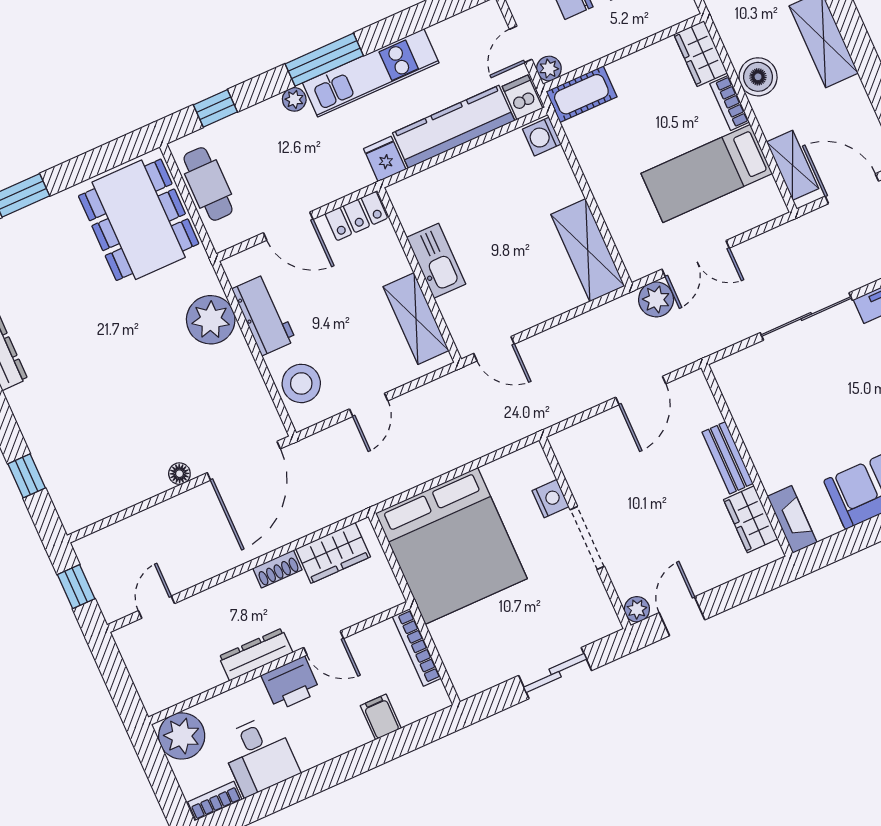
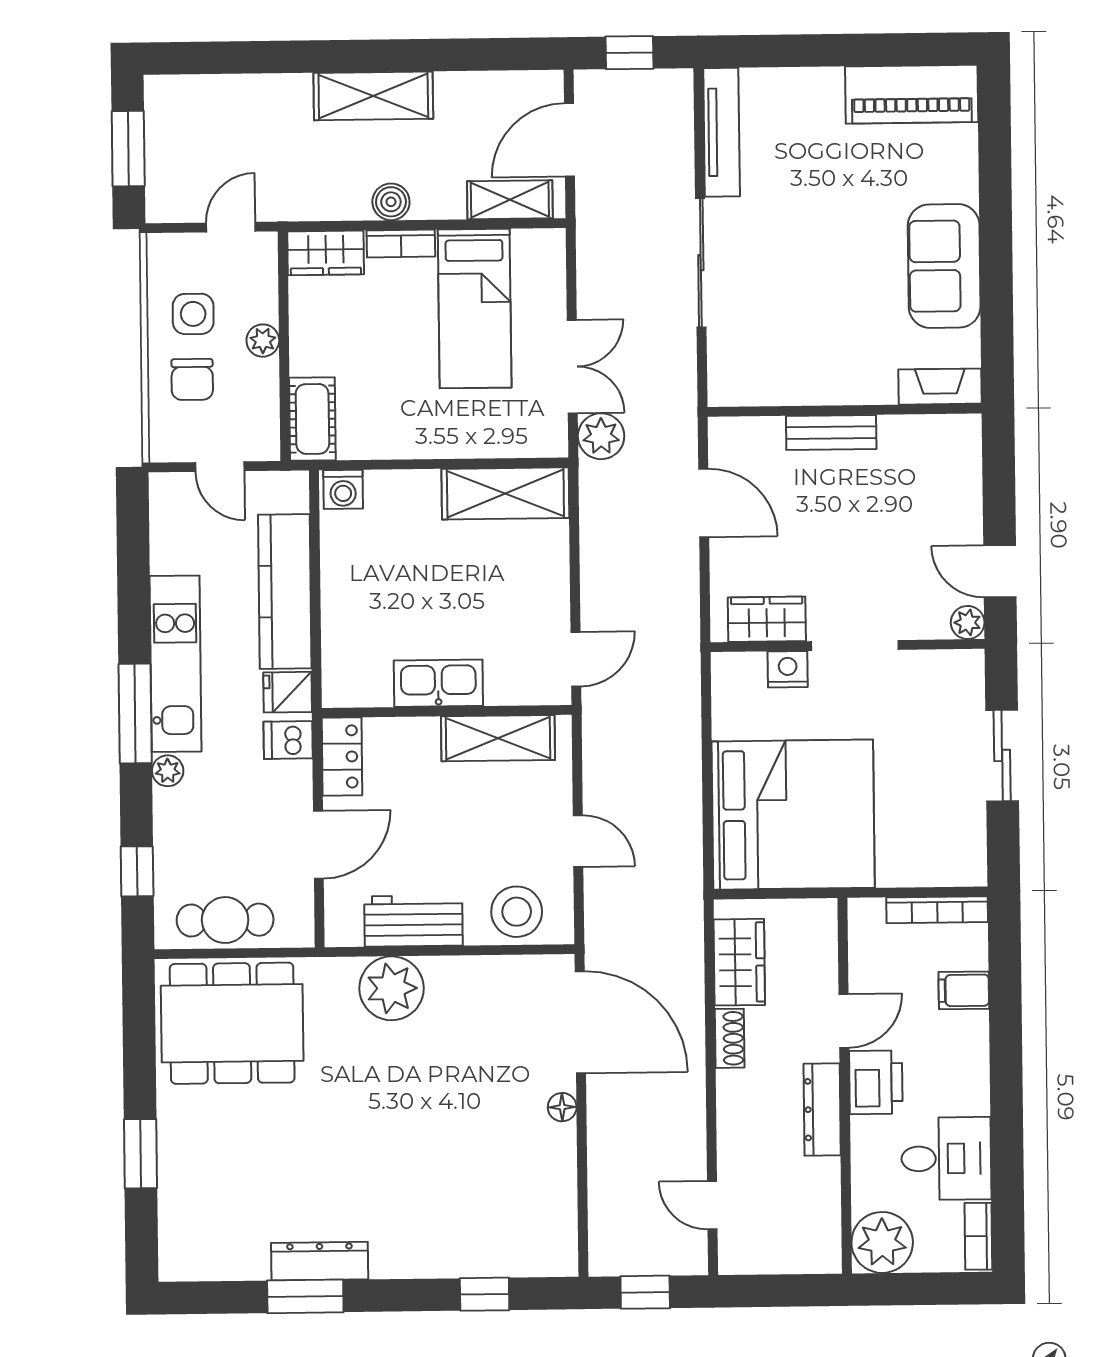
plant: (549, 69) -> (263, 341), moved
boiler: (758, 77) -> (391, 202), width x0.73, depth x0.73
dishwasher: (522, 97) -> (288, 740), moved
wardrobe: (751, 519) -> (767, 619), moved, turned 180
bookcase: (417, 647) -> (937, 910), moved

